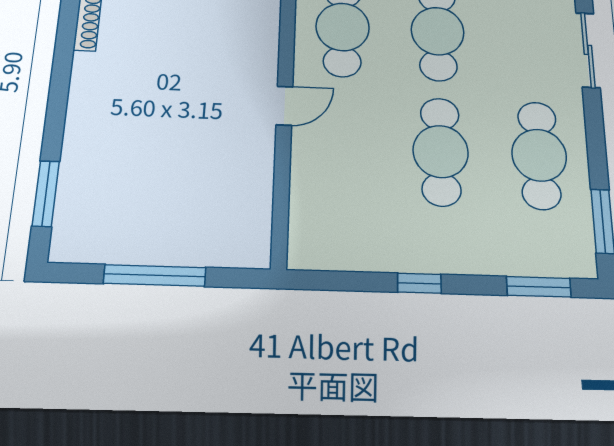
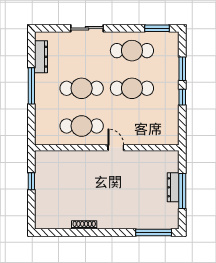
window: (46, 194) -> (154, 232), width x1.44
dresser: (168, 251) -> (173, 187), added
window: (539, 287) -> (182, 69), moved

